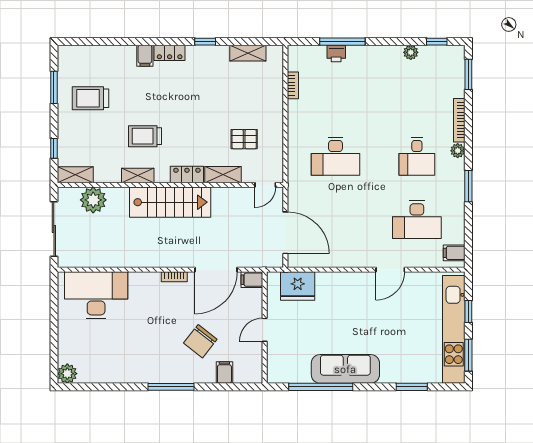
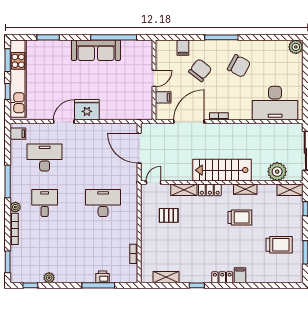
window: (468, 186) -> (8, 182), width x1.44
filing cabinet: (252, 280) -> (163, 97), moved
fridge: (298, 286) -> (87, 110), moved
chair: (146, 347) -> (239, 66), added

